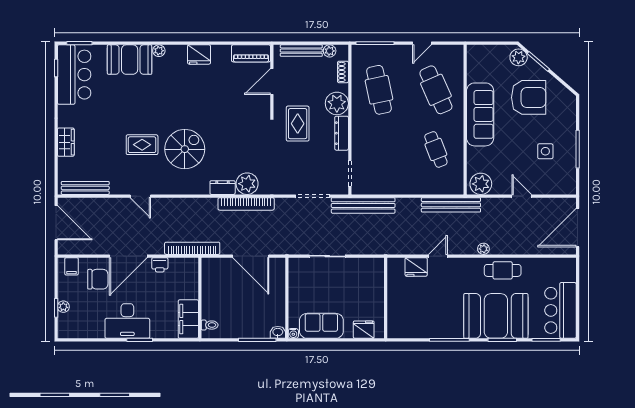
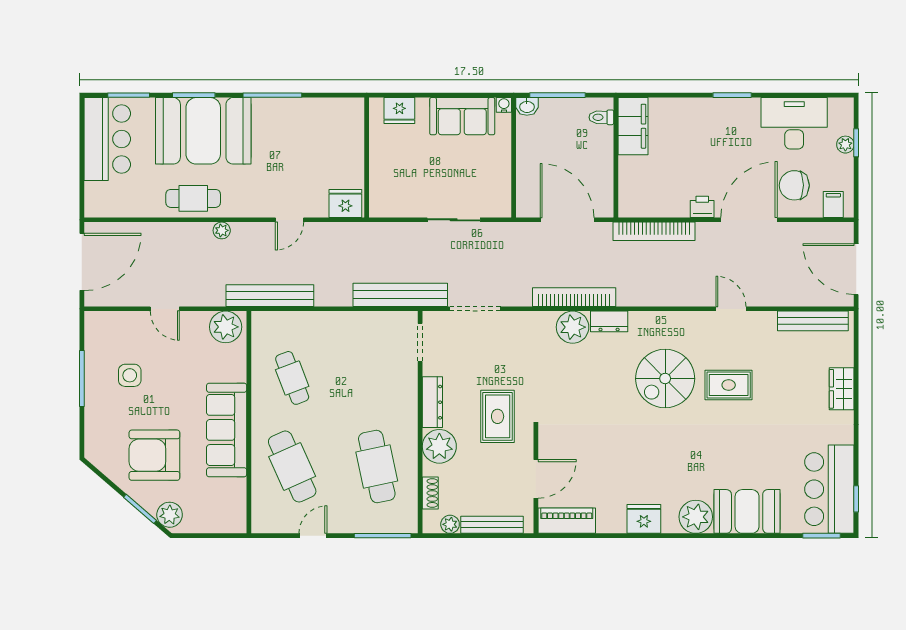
plant: (159, 51) -> (696, 517), width x1.88, depth x1.88
fridge: (416, 267) -> (345, 204), moved
wall: (200, 298) -> (616, 157), moved
filing cabinet: (188, 319) -> (633, 126), moved
desk: (127, 321) -> (794, 123), moved
toilet: (210, 325) -> (601, 117), moved

